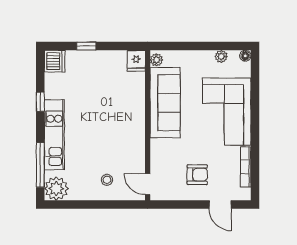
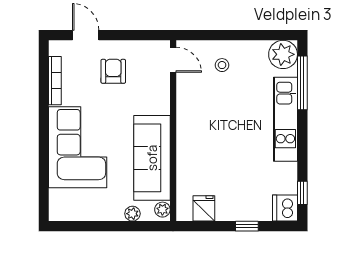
plant: (221, 56) -> (132, 214), moved
floor lamp: (245, 56) -> (55, 215), removed
fridge: (136, 61) -> (204, 208), moved
window: (40, 102) -> (302, 193), moved
armchair: (197, 175) -> (113, 71), turned 90

